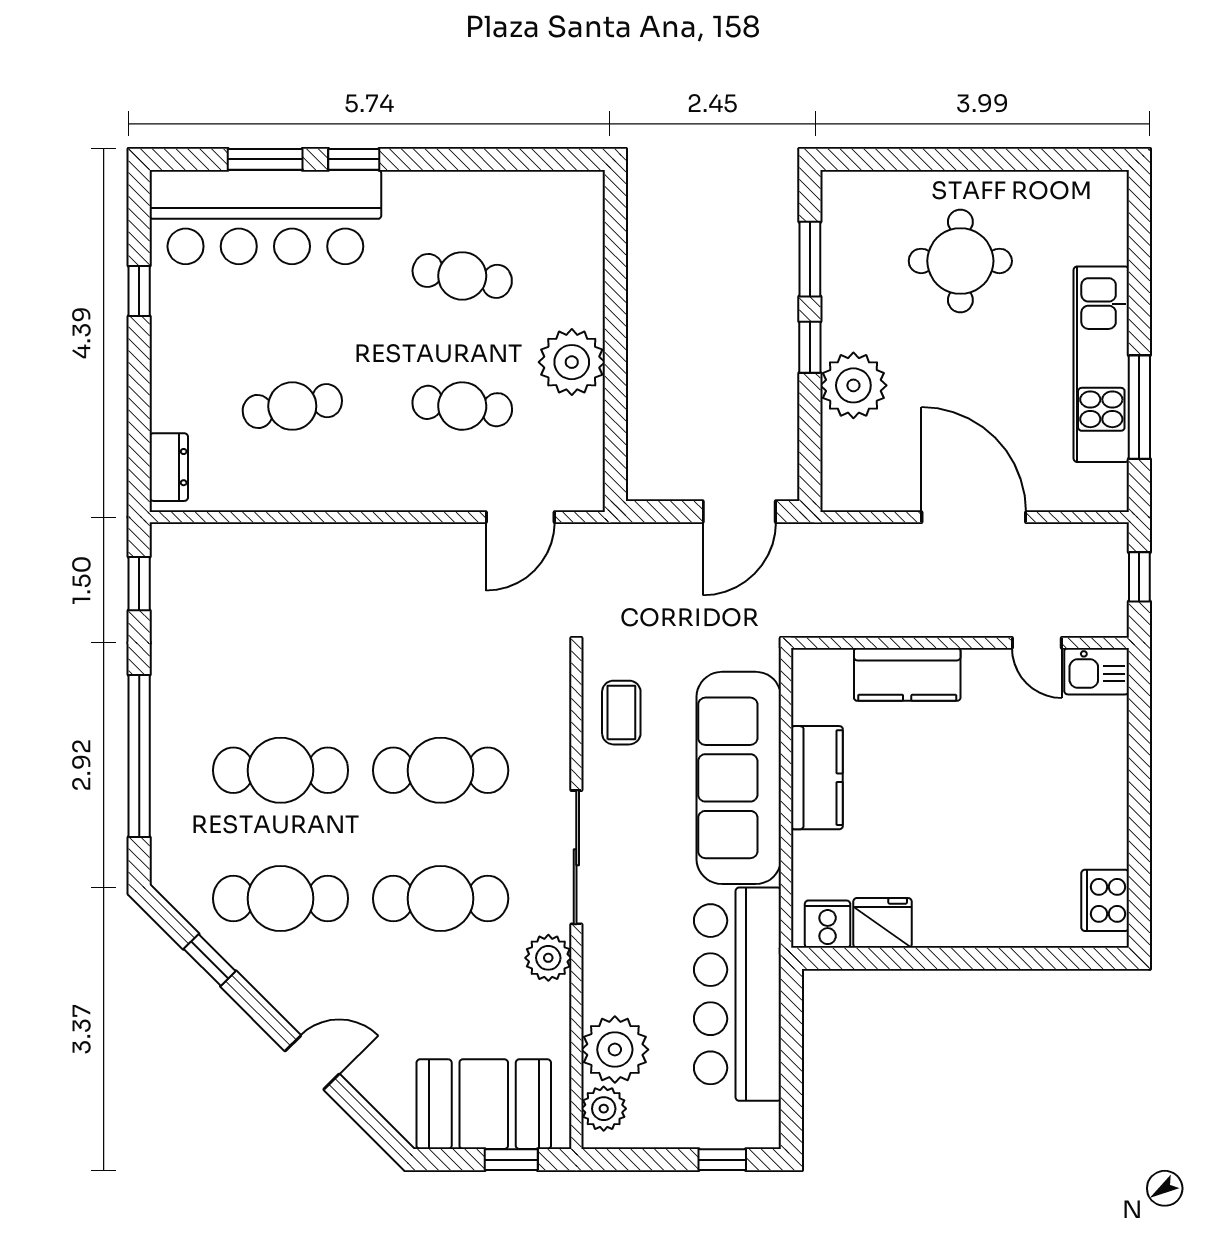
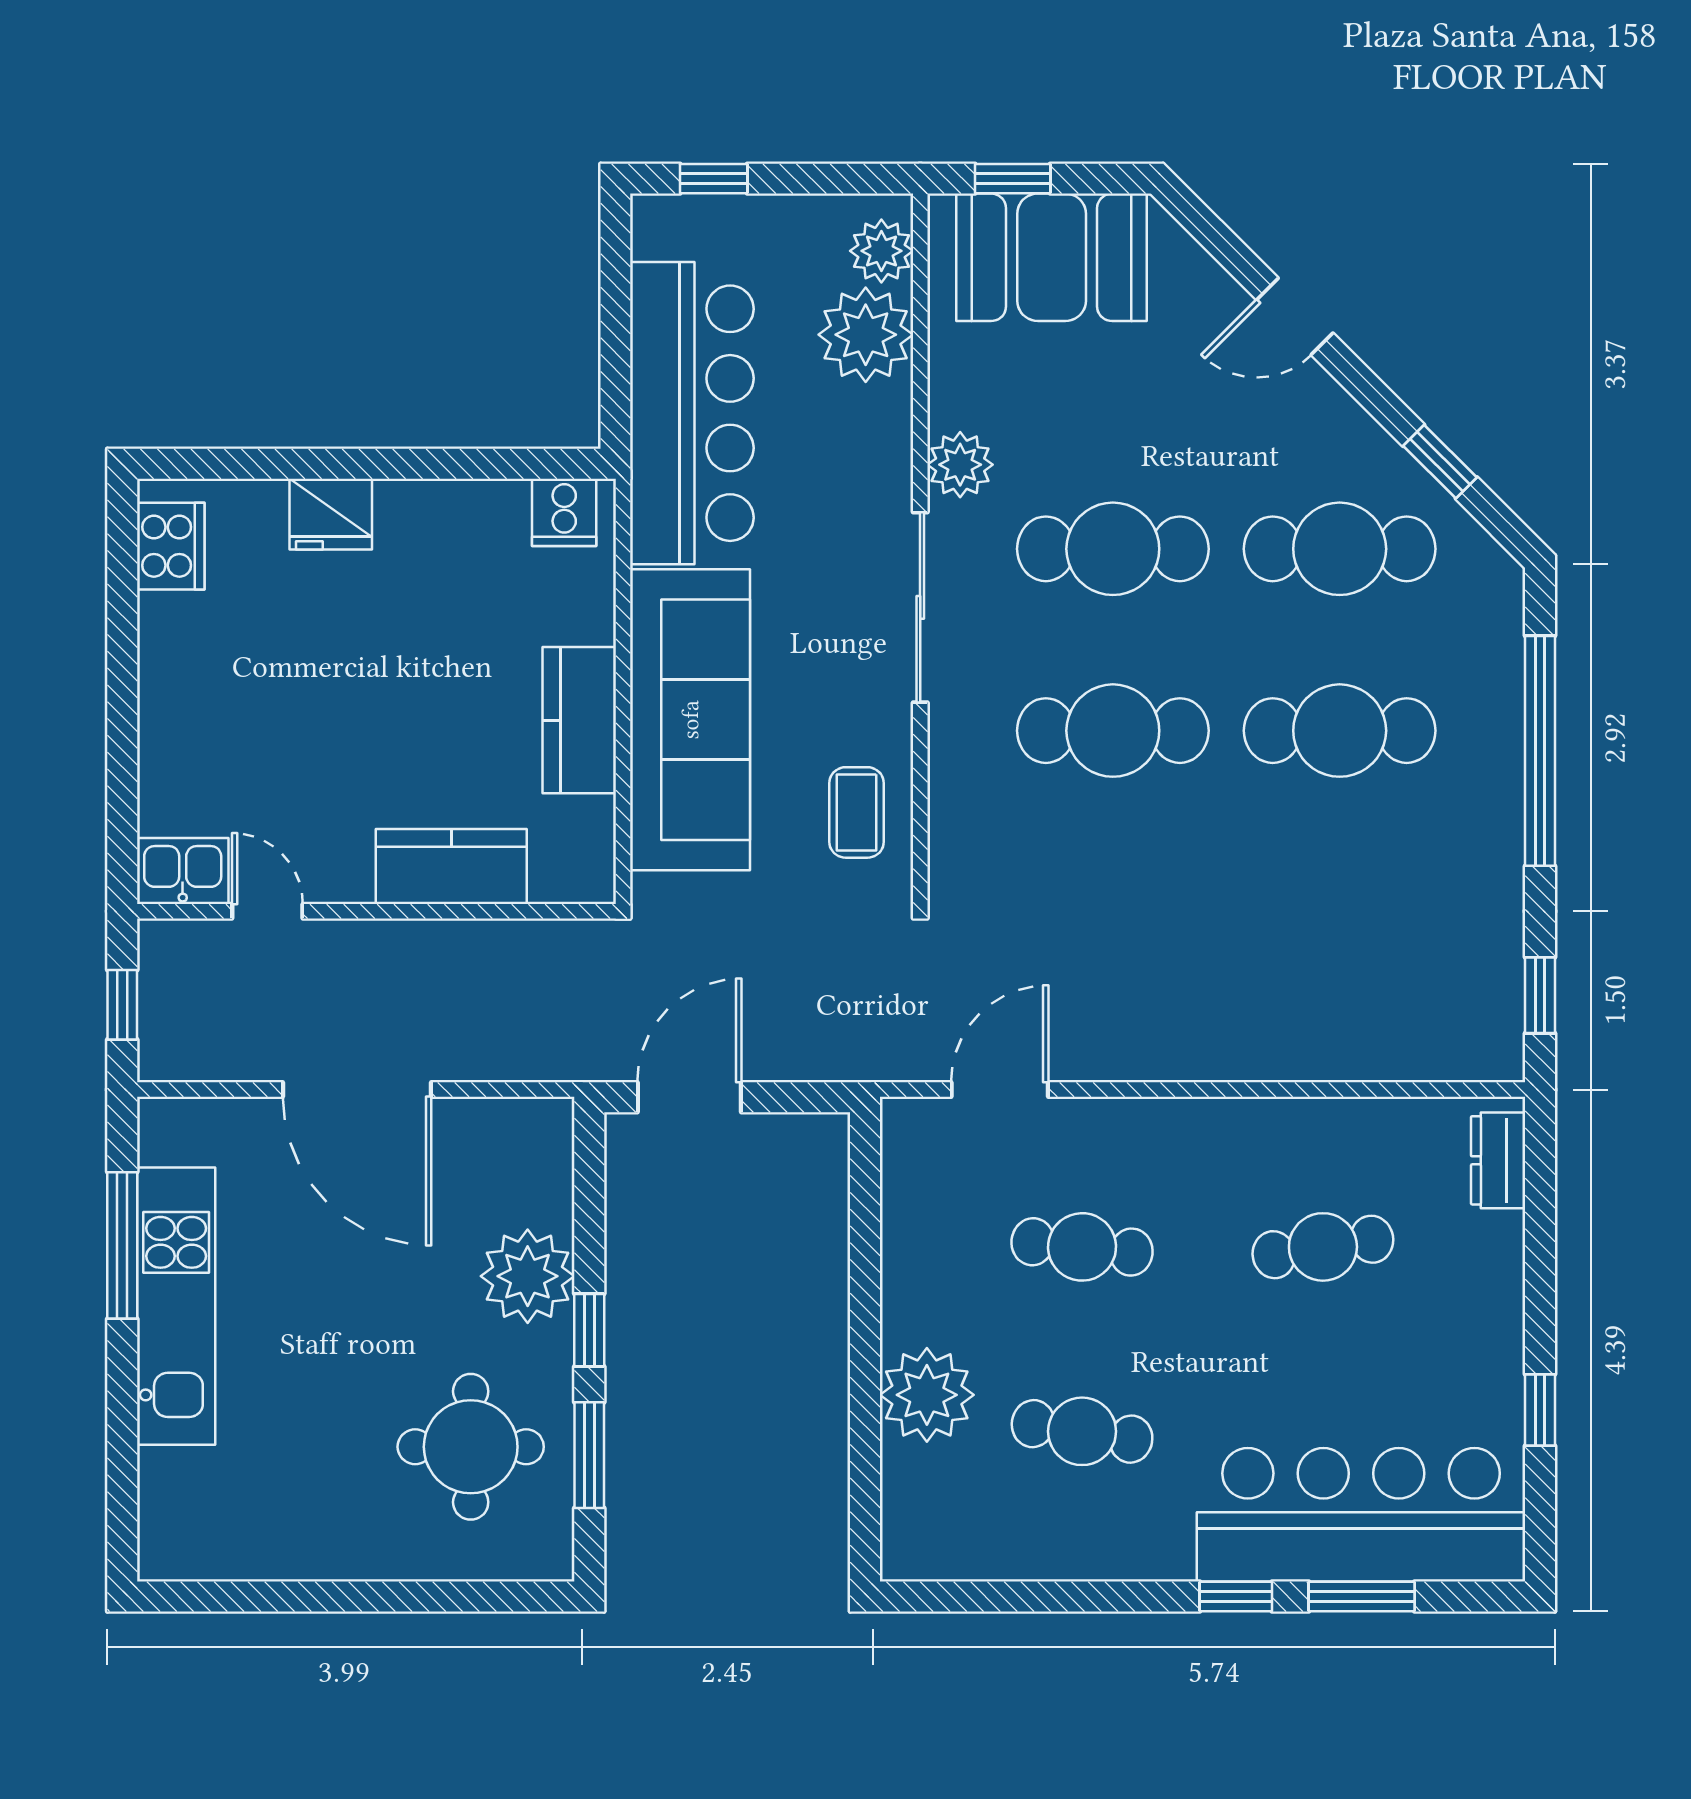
round table: (960, 261) -> (471, 1447), moved
plant: (572, 362) -> (927, 1395), moved
fridge: (882, 923) -> (331, 514), moved

